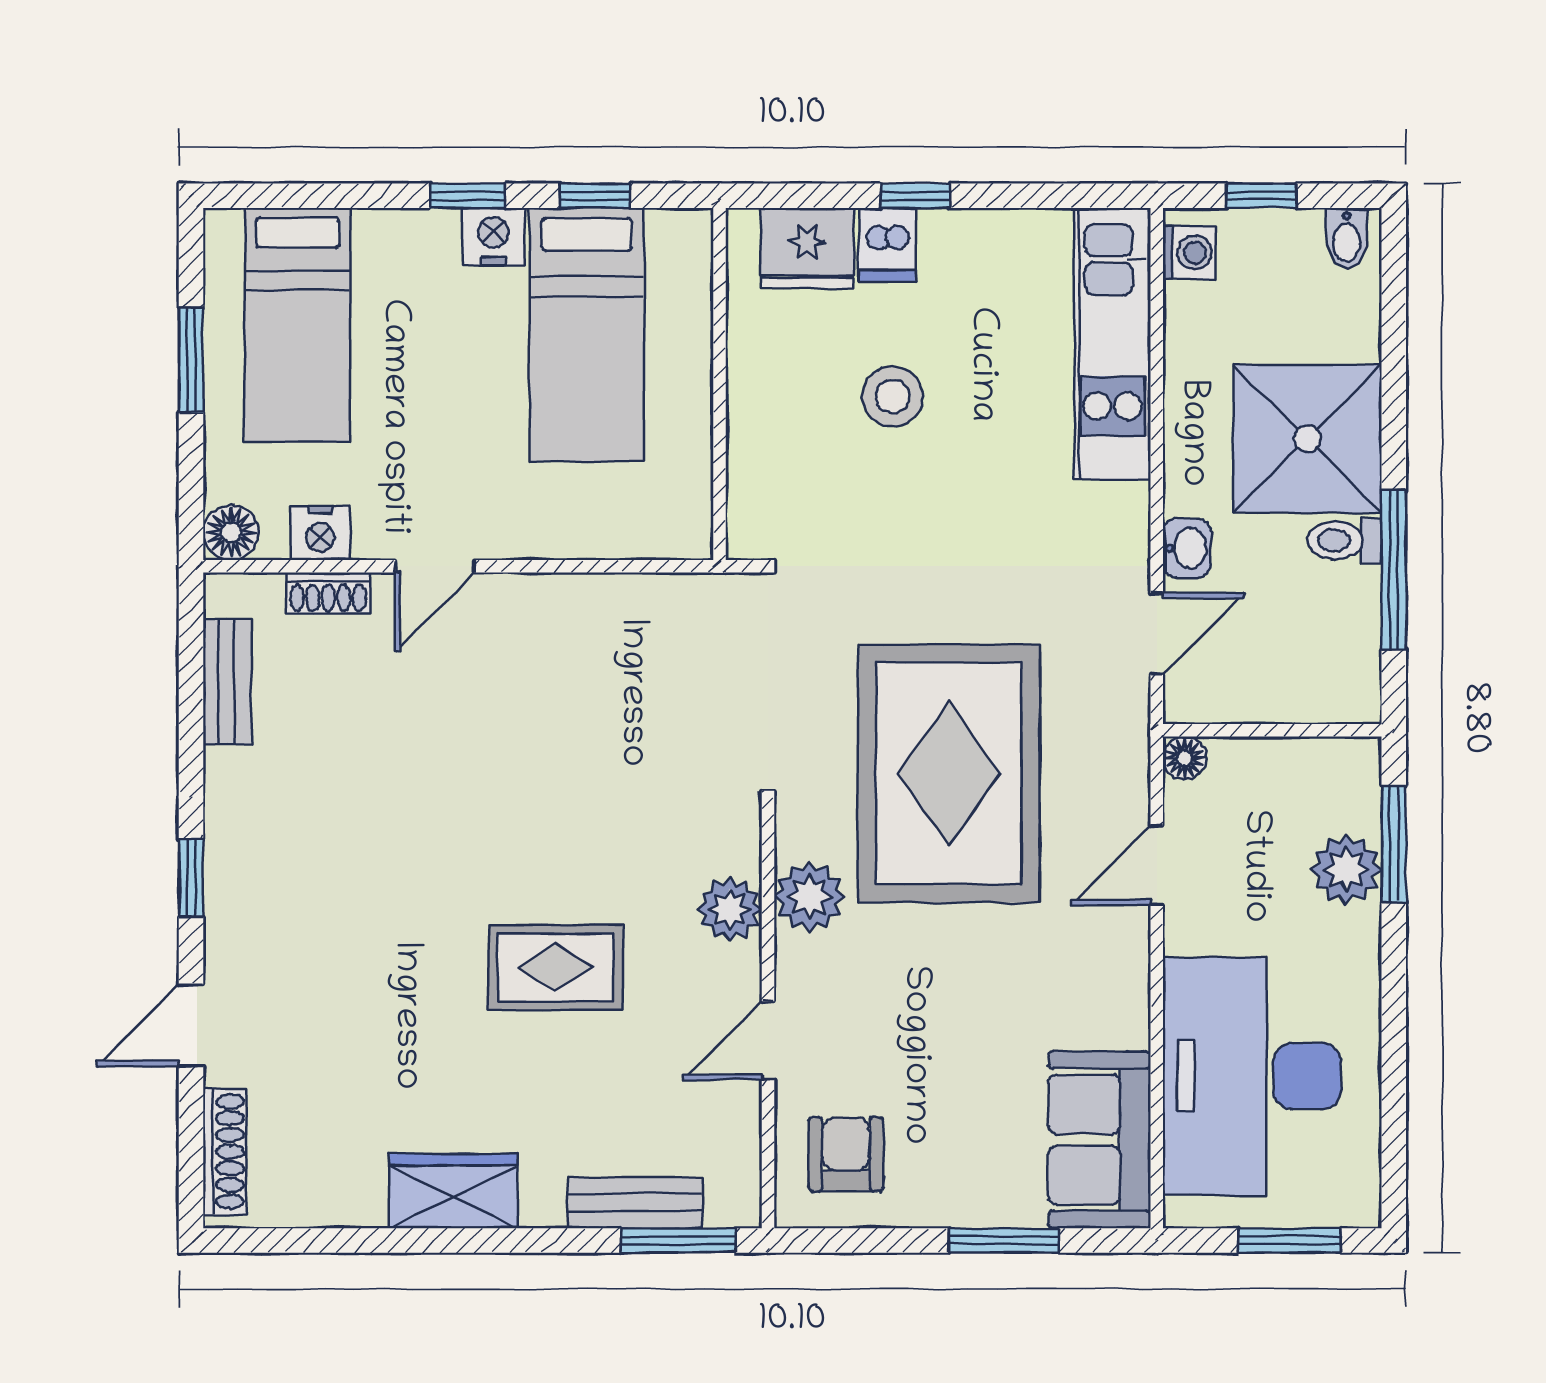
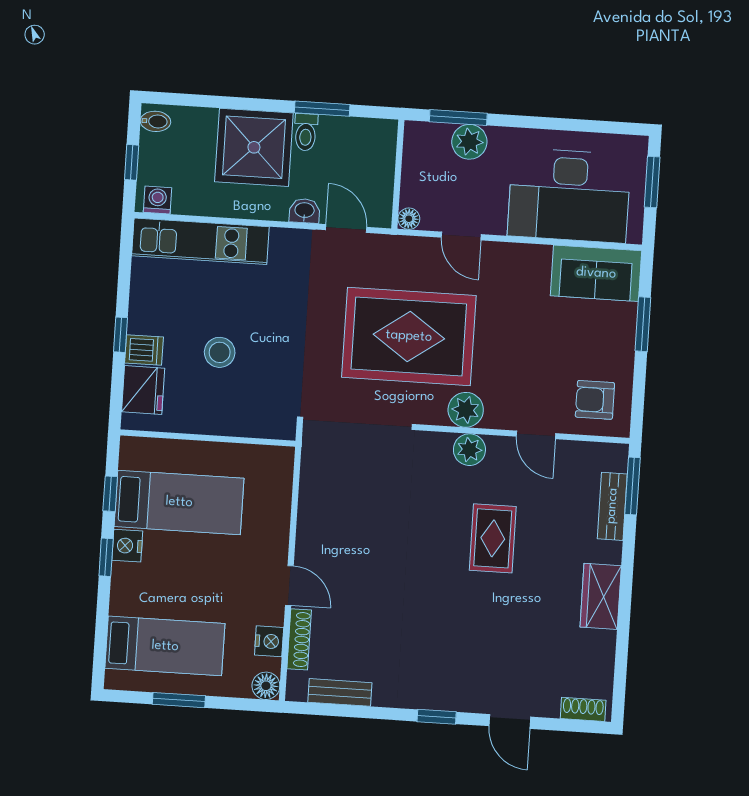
window: (1394, 570) -> (322, 109), width x0.69
shoe rack: (328, 593) -> (299, 639), width x1.43
shoe rack: (225, 1152) -> (583, 709), width x0.70

